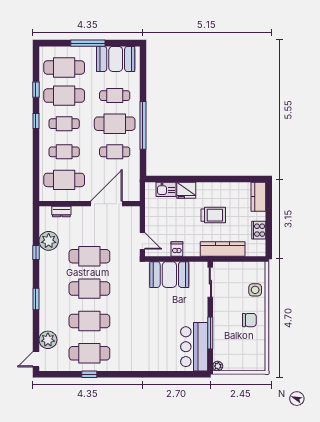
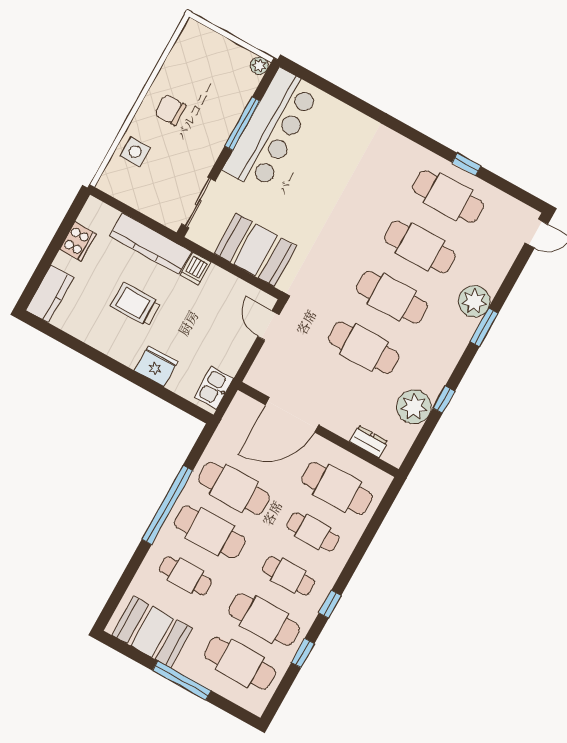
cafe table: (115, 152) -> (234, 488), width x1.37, depth x1.35
kitchen sink: (166, 189) -> (214, 388), moved, turned -90
dishwasher: (177, 249) -> (196, 269), moved
plant: (48, 340) -> (474, 301), moved
bar counter: (194, 347) -> (271, 130), width x1.36

